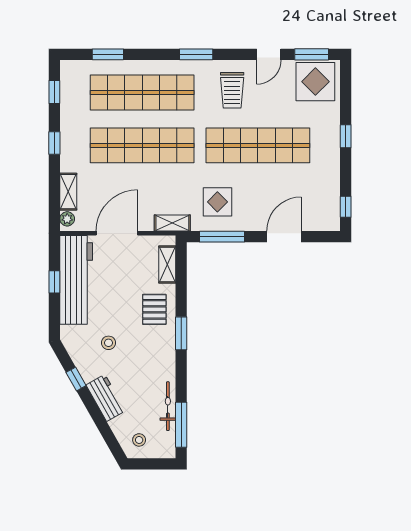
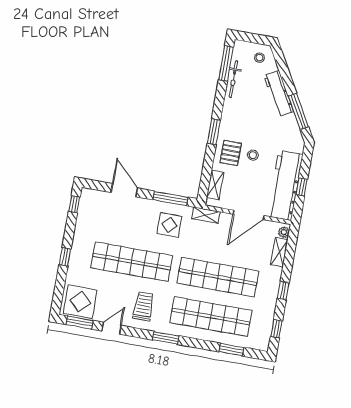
door: (284, 237) -> (124, 190), swing flipped
stool: (109, 343) -> (253, 155), moved
window: (76, 379) -> (298, 111), width x2.17
workbench: (106, 398) -> (279, 94), width x1.38

